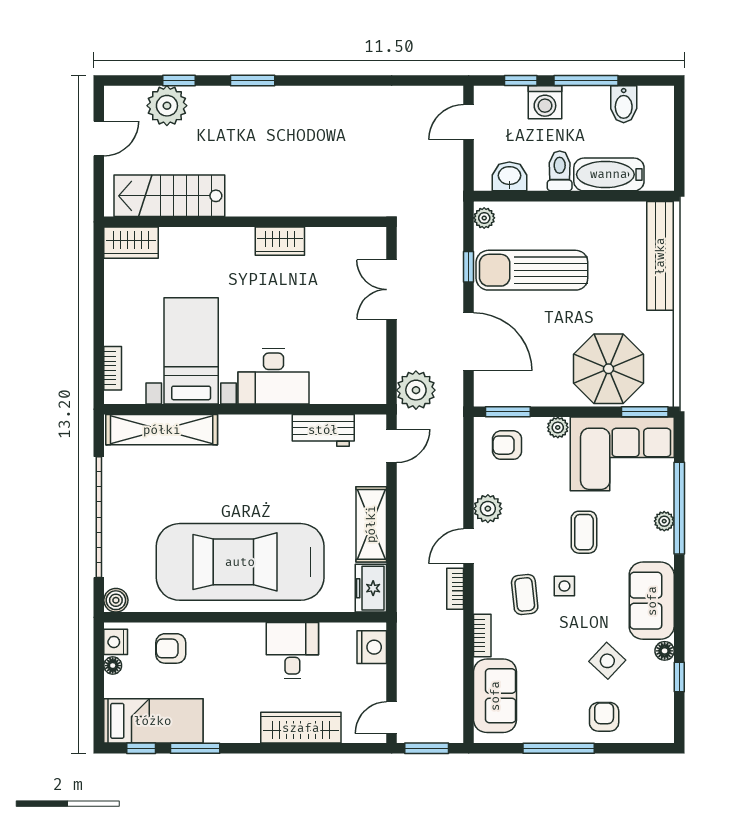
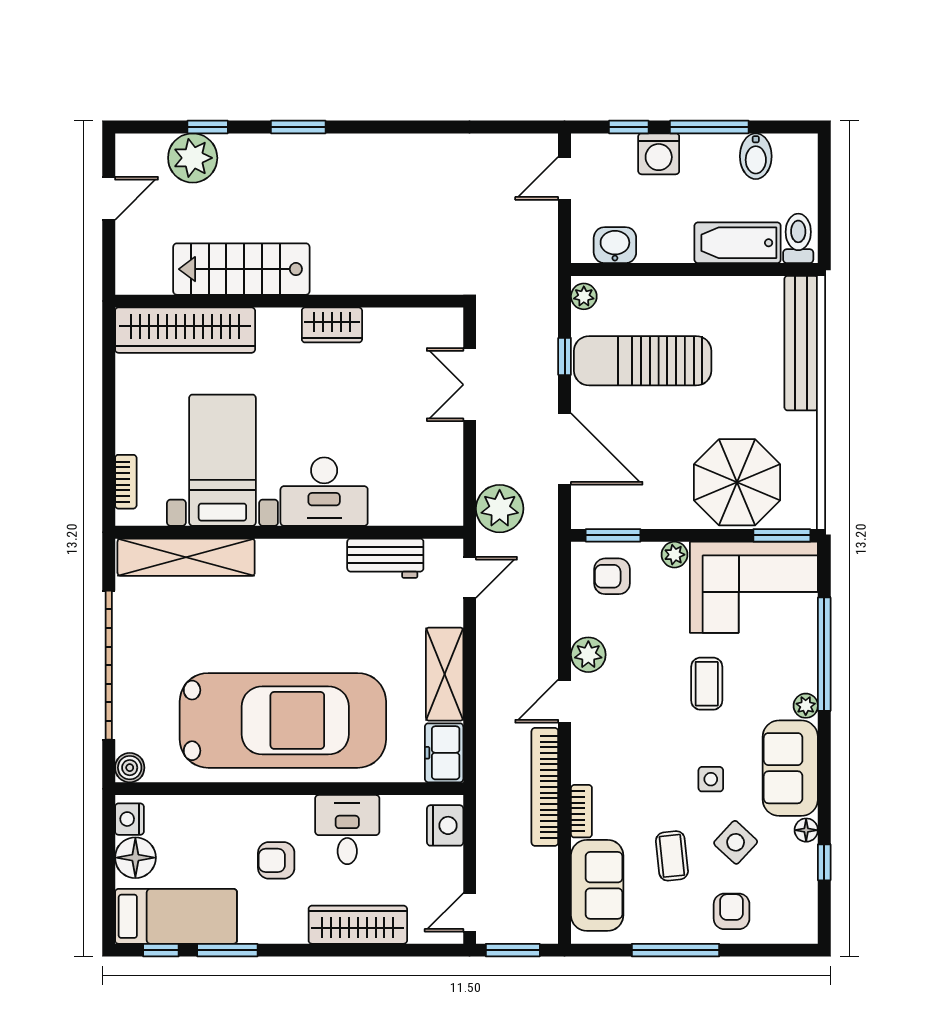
toilet: (560, 171) -> (798, 238), moved
stairs: (169, 196) -> (241, 269), moved
wardrobe: (131, 243) -> (185, 330), width x2.10, depth x1.17
plant: (664, 521) -> (806, 706), moved
car: (240, 562) -> (283, 720), turned 180
side table: (564, 586) -> (711, 779), moved
bookcase: (455, 589) -> (545, 787), width x2.31, depth x1.31
coffee table: (525, 594) -> (672, 856), moved
armchair: (171, 648) -> (276, 860), moved
floor lamp: (113, 666) -> (135, 858), width x1.89, depth x1.89

